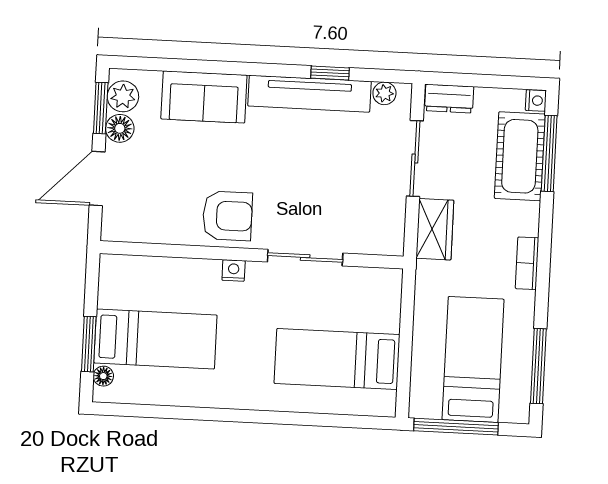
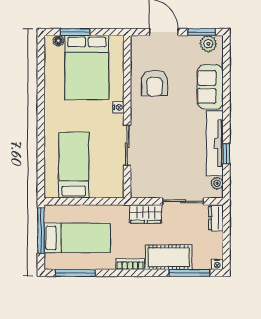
floor lamp: (120, 128) -> (191, 43), removed
cot: (520, 156) -> (169, 257), moved
armchair: (227, 216) -> (154, 83), moved
bed: (155, 339) -> (87, 68), width x1.50

